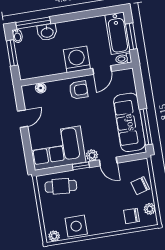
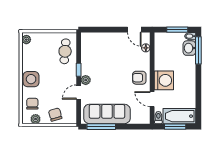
washbasin: (47, 32) -> (189, 48), moved
armchair: (78, 90) -> (139, 78), turned 90
door: (23, 119) -> (134, 30), moved
corner sofa: (57, 148) -> (96, 53), removed
side table: (76, 226) -> (31, 79), moved

